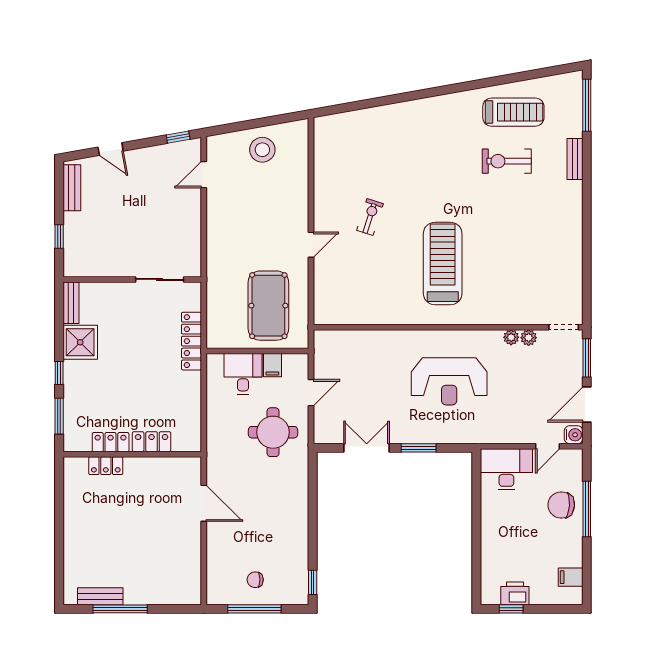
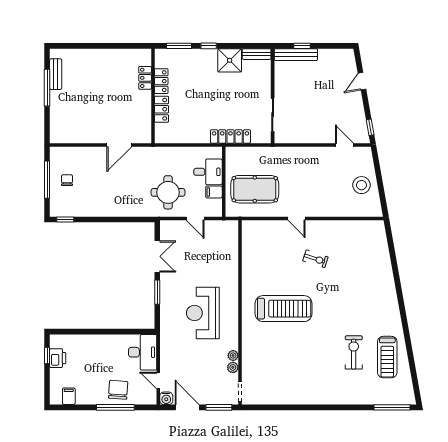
bench: (575, 159) -> (355, 399), removed
bench: (72, 188) -> (296, 55), moved, width x1.36

